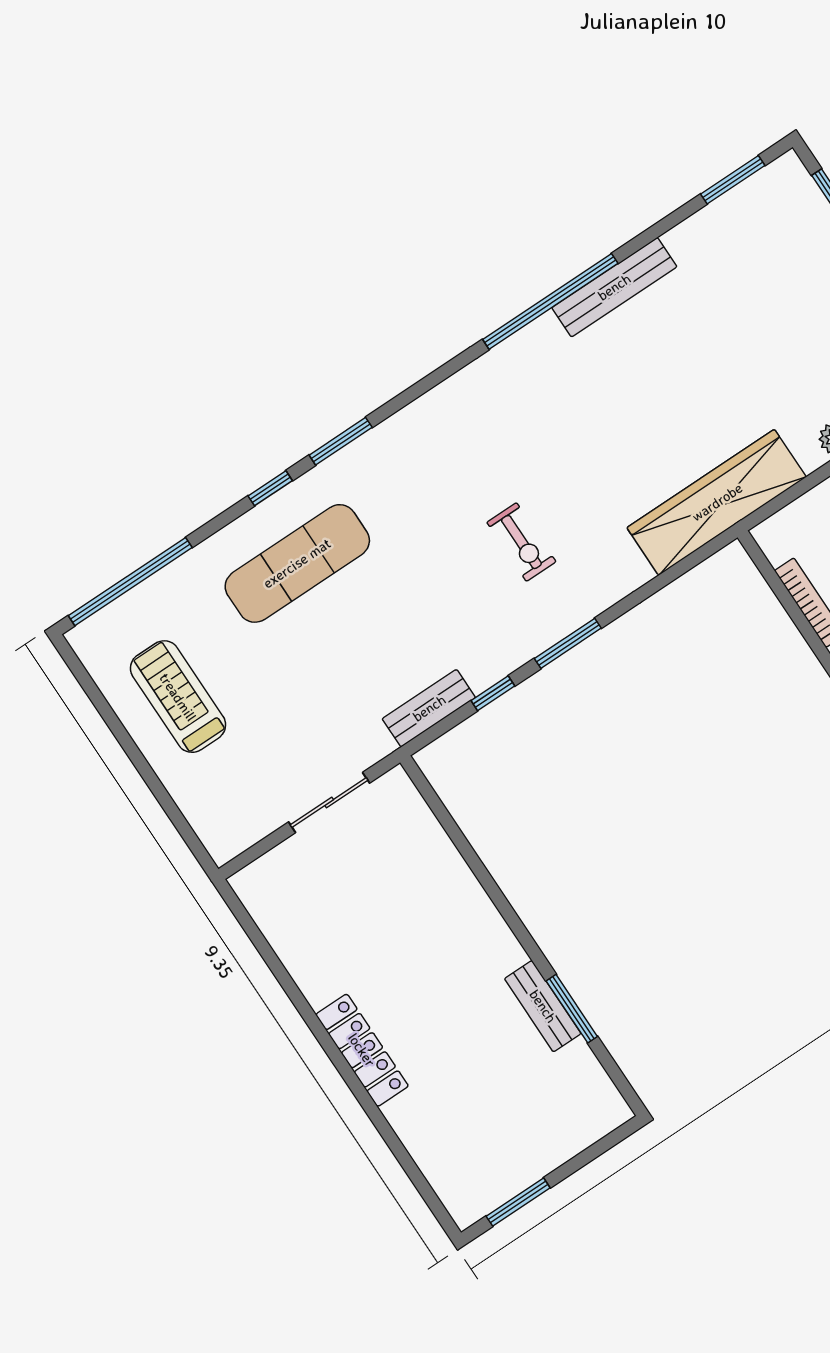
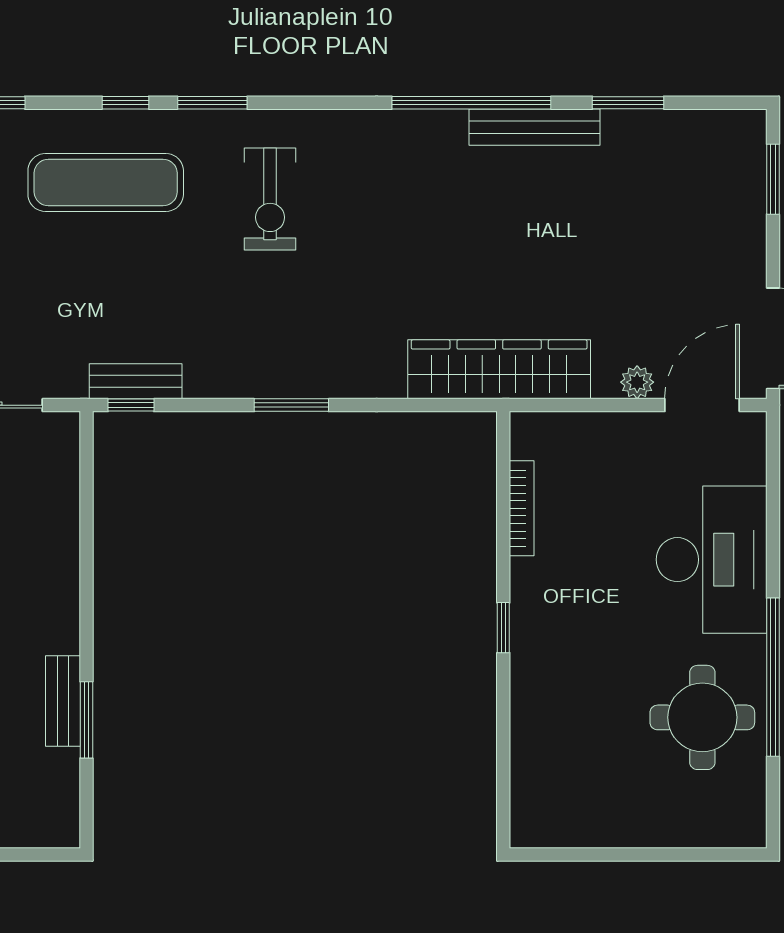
window: (733, 180) -> (628, 103), moved
exercise bike: (521, 542) -> (270, 199), moved, width x1.38, depth x1.39
window: (493, 693) -> (131, 405), moved

